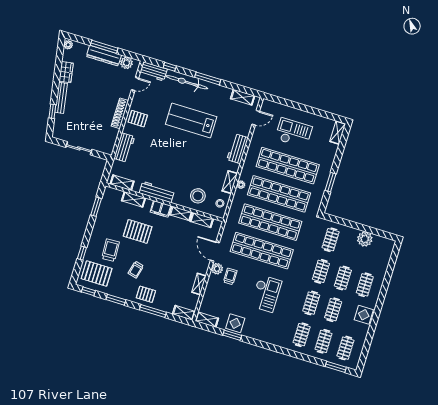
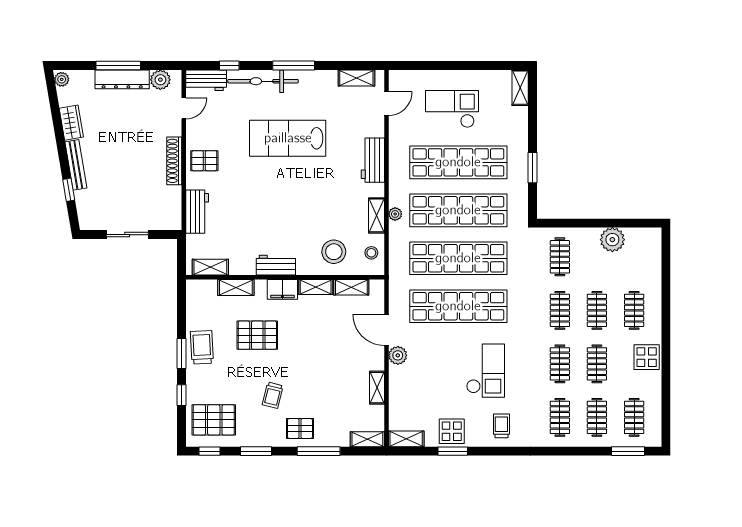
workbench: (157, 192) -> (276, 265), width x0.73
window: (96, 207) -> (181, 354), moved
trolley: (111, 250) -> (202, 347), moved
trolley: (230, 276) -> (501, 426), moved

